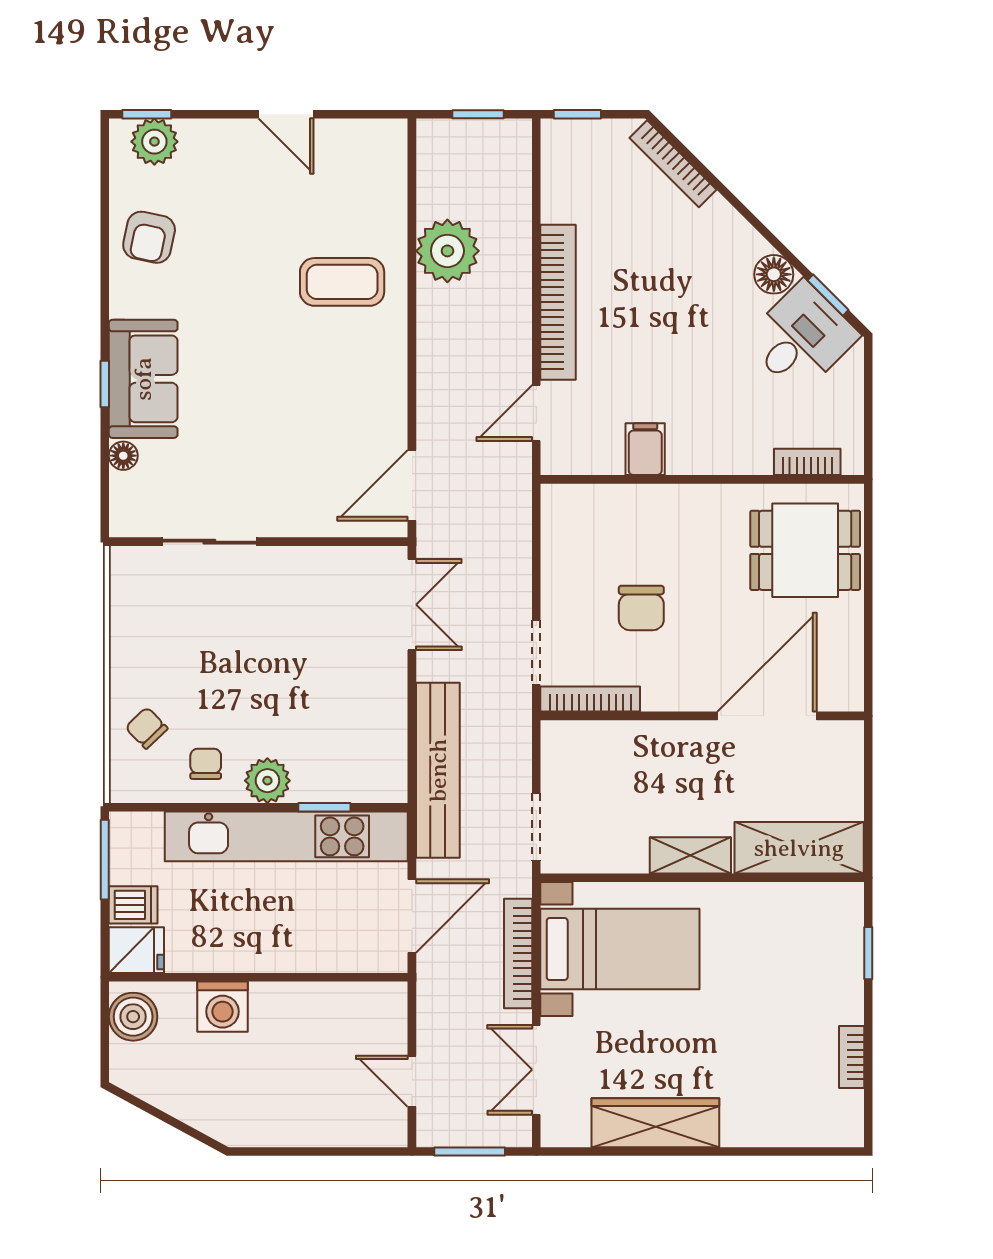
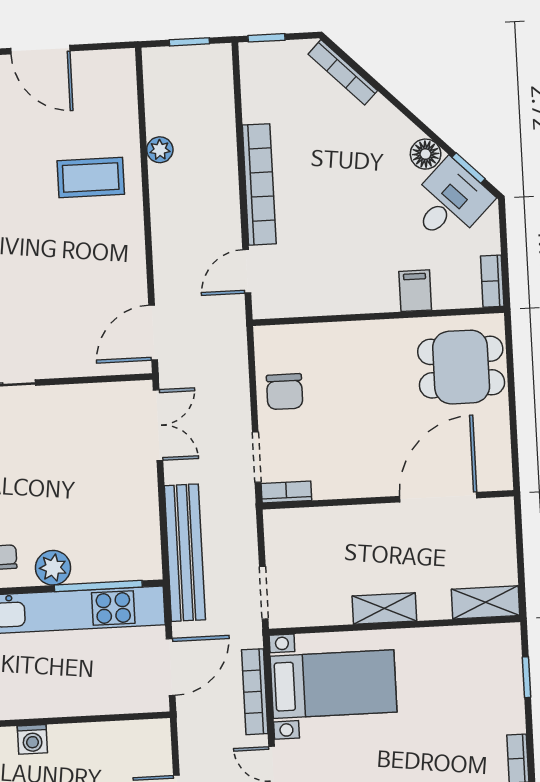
door: (286, 114) -> (40, 50), width x1.38
plant: (447, 251) -> (160, 150), width x0.53, depth x0.53
filing cabinet: (645, 449) -> (415, 291), moved
bookcase: (807, 462) -> (492, 281), moved, turned -90
chair: (641, 608) -> (285, 392), moved
bookcase: (590, 699) -> (286, 492), width x0.64
window: (324, 807) -> (98, 586), width x2.17
shelving: (799, 848) -> (486, 602), width x0.67, depth x0.75
washing machine: (222, 1007) -> (32, 739), width x0.73, depth x0.73

